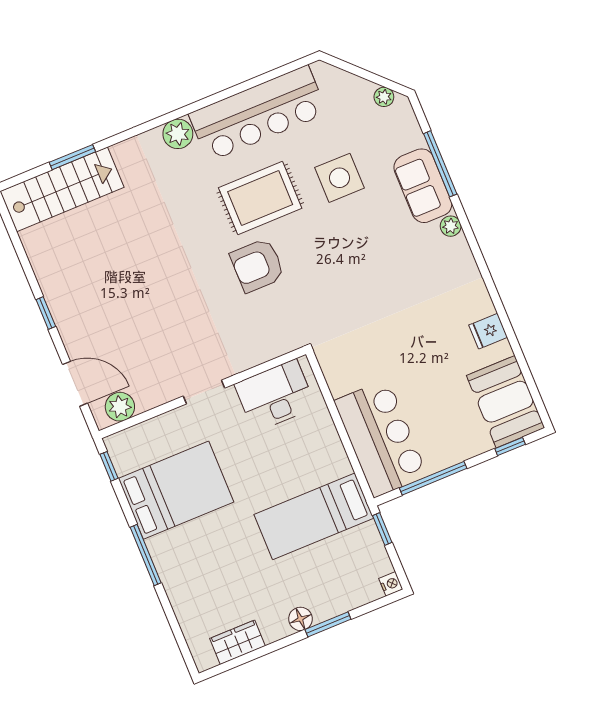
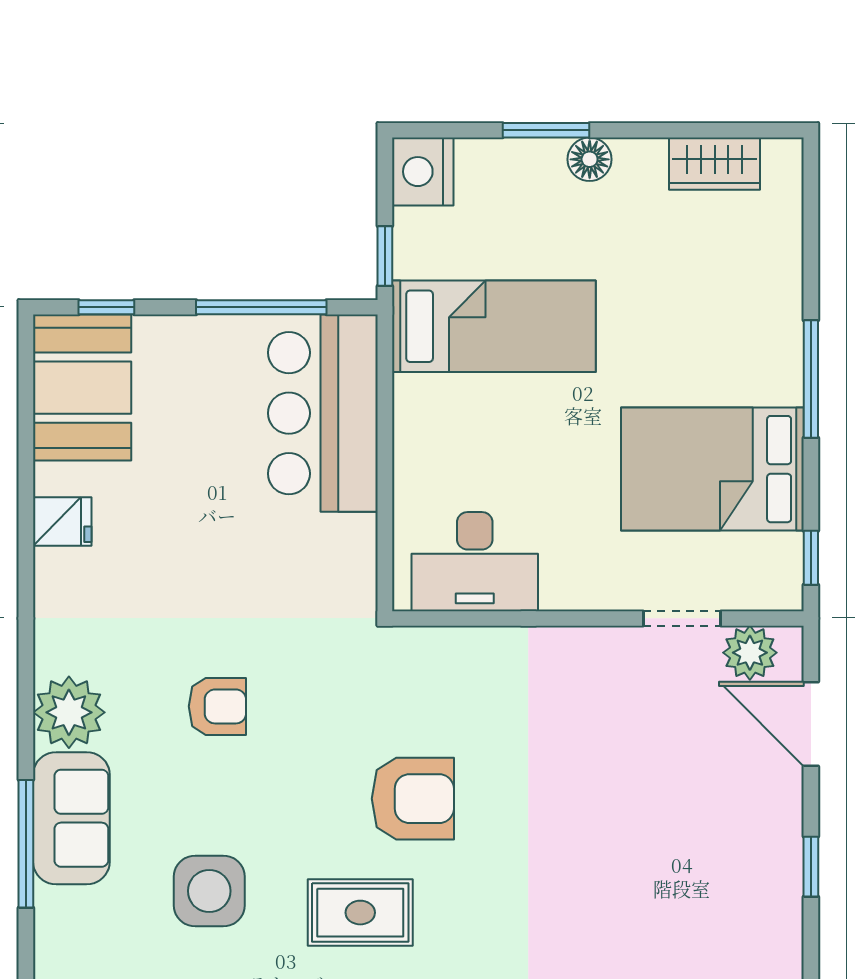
rug: (260, 198) -> (360, 913), width x0.73, depth x0.70
plant: (451, 226) -> (69, 712), width x1.87, depth x1.87
armchair: (373, 271) -> (217, 706), added
doorway: (204, 392) -> (682, 618), moved
nightstand: (391, 584) -> (423, 172), width x1.89, depth x1.79

